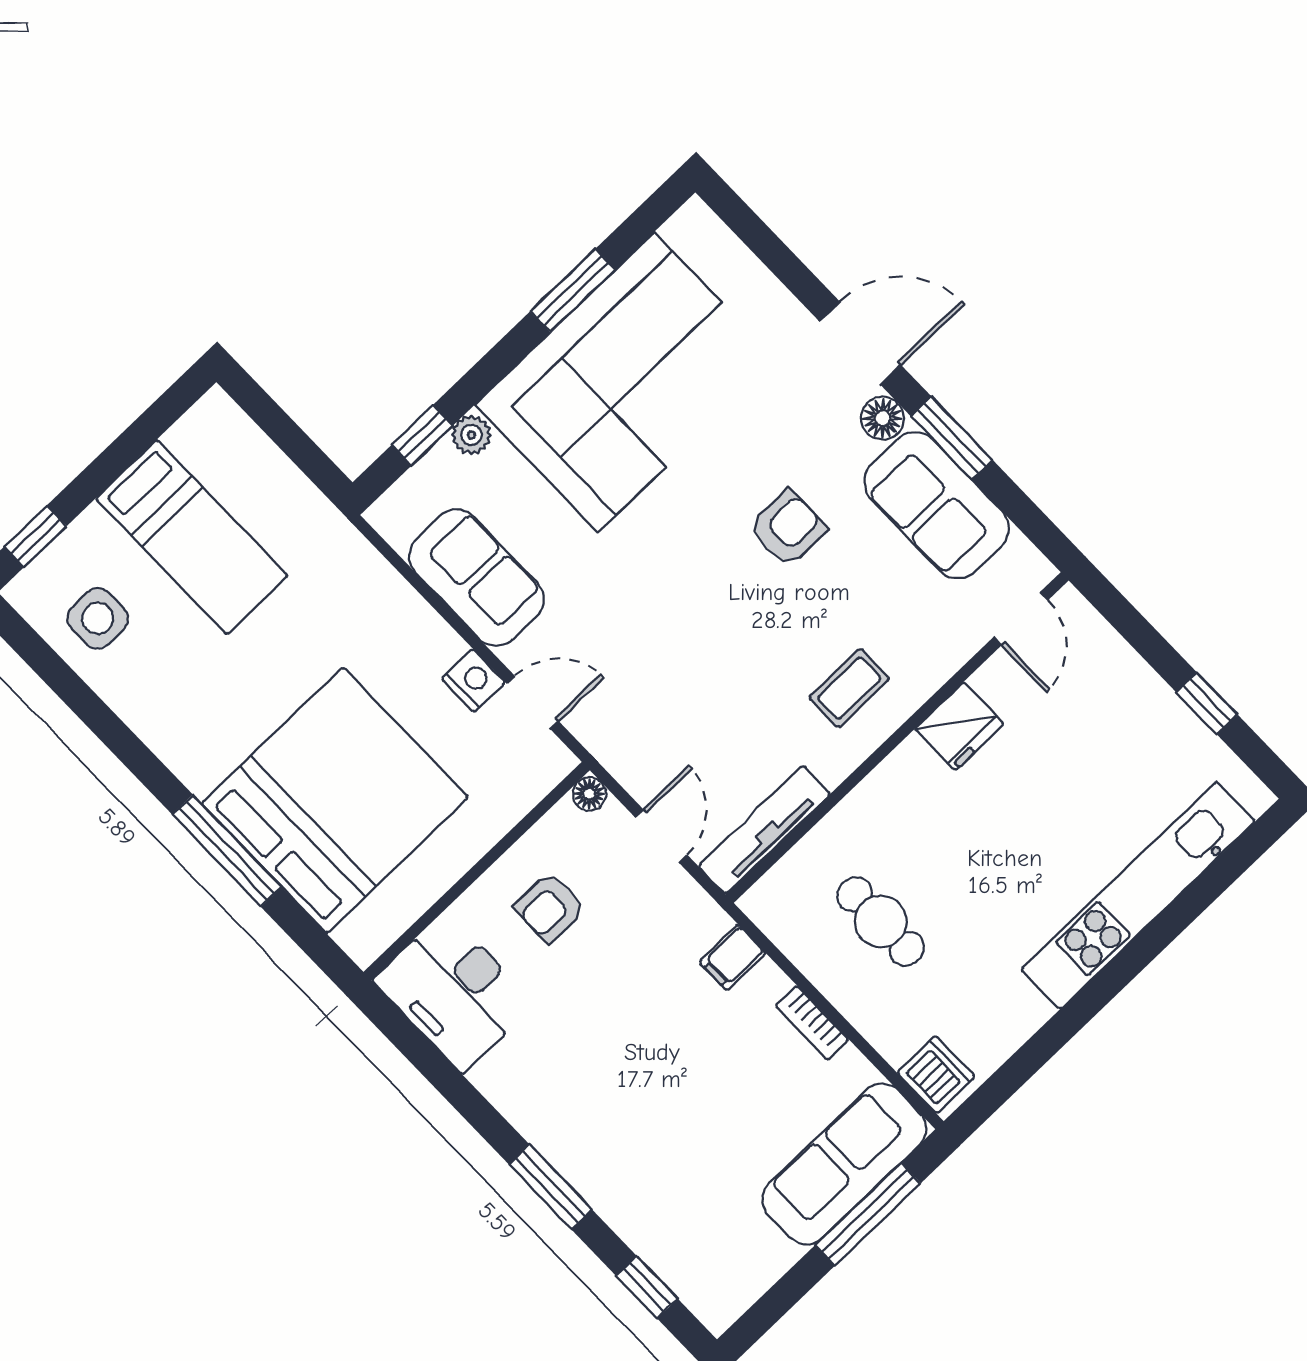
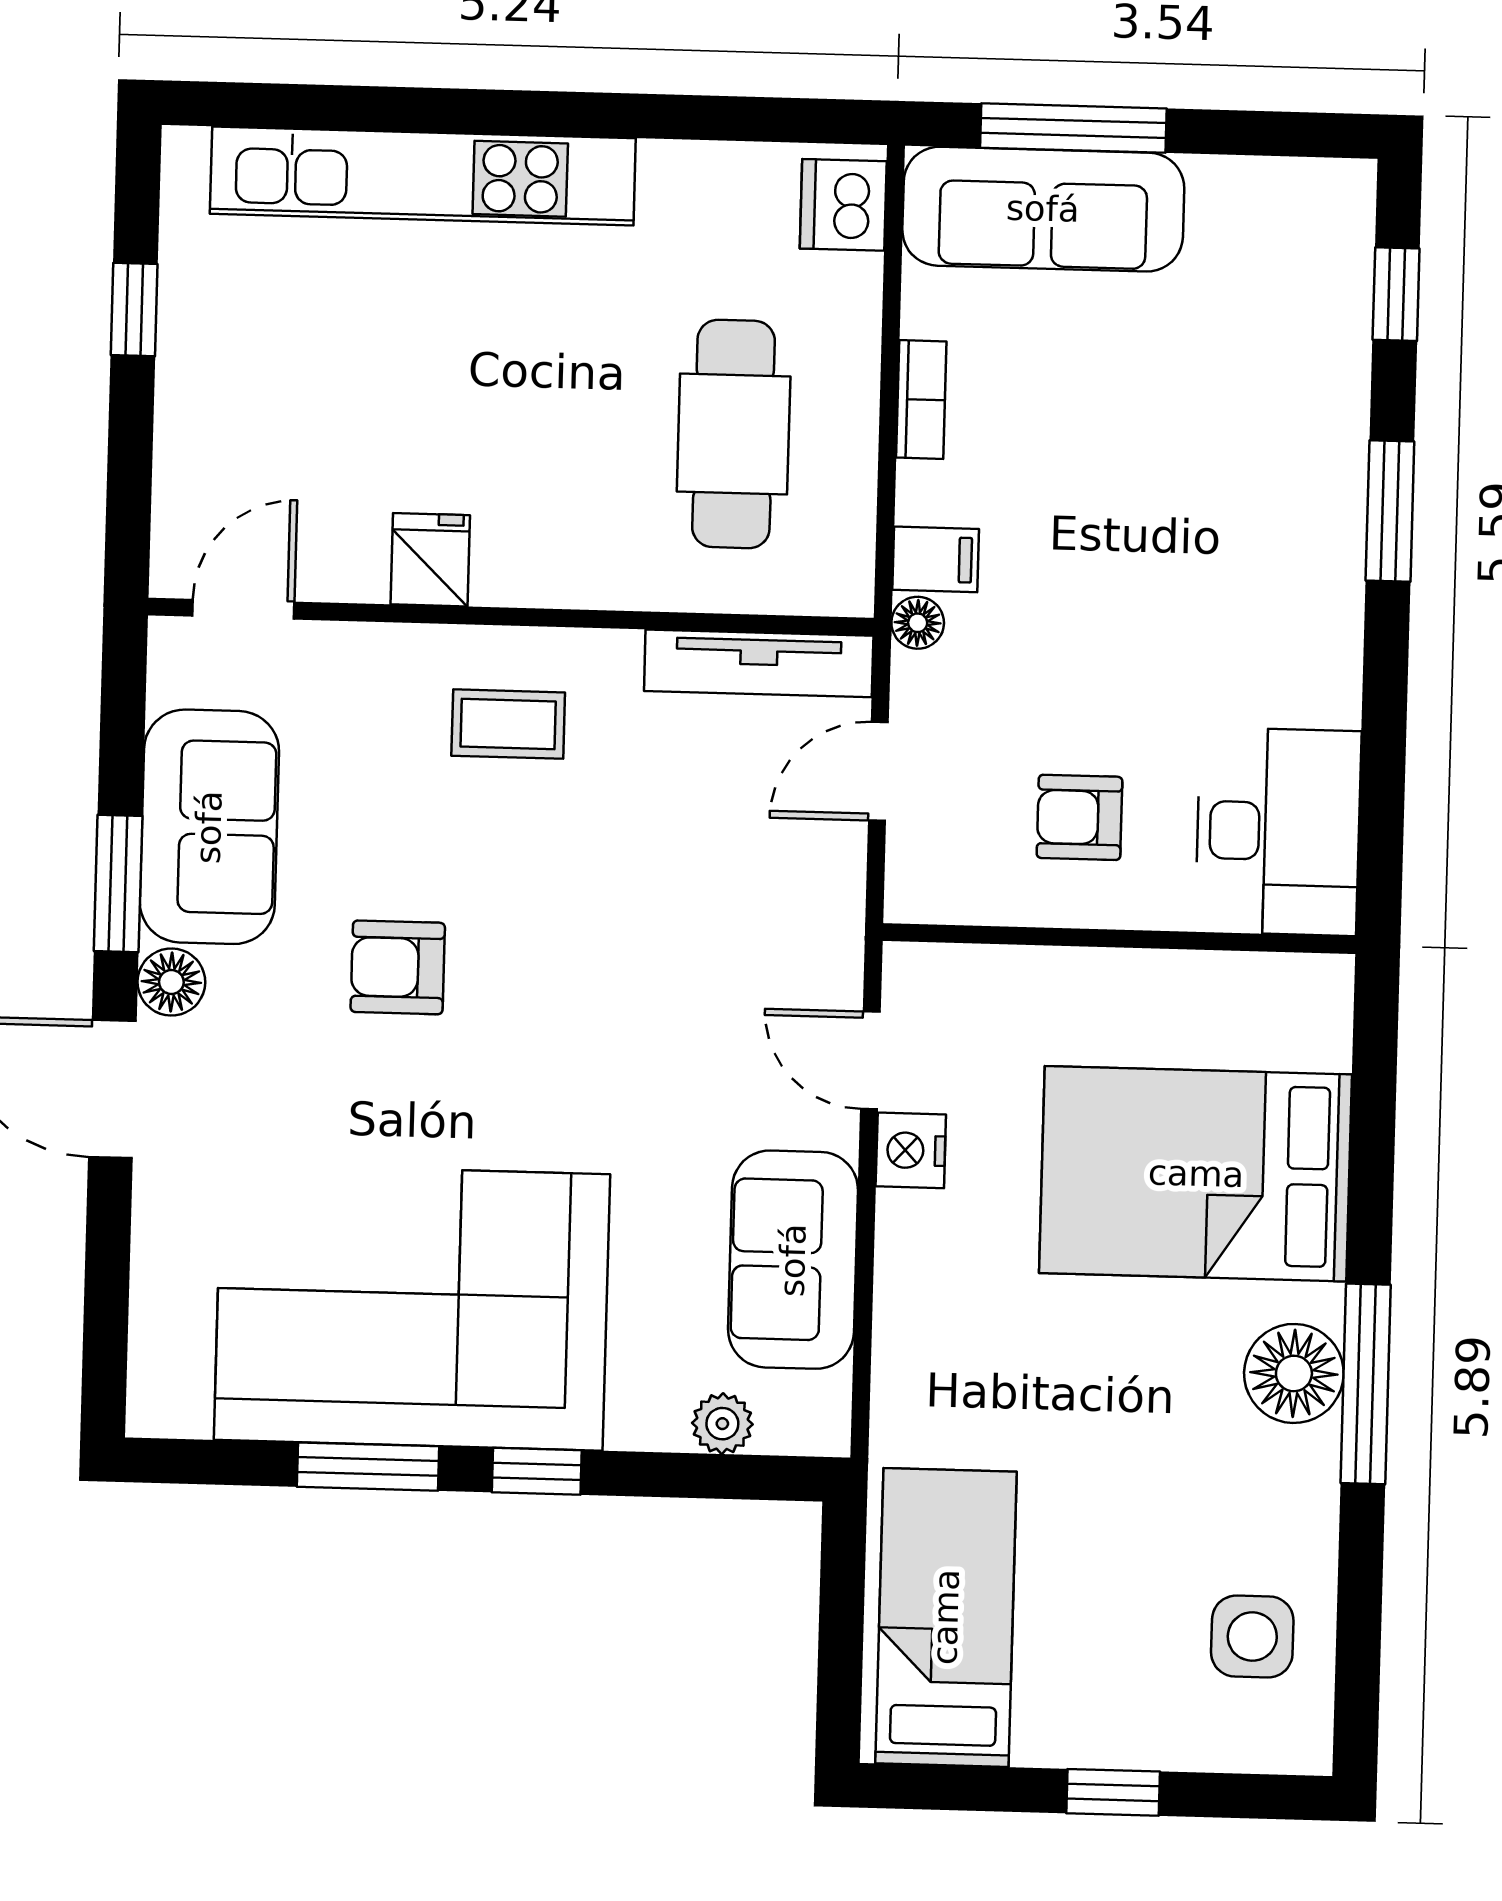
window: (422, 435) -> (537, 1471), moved
plant: (471, 435) -> (722, 1424), moved
window: (35, 536) -> (1113, 1792), moved
bed: (192, 537) -> (946, 1617), moved
fridge: (959, 726) -> (430, 560), width x0.72
floor lamp: (199, 756) -> (1294, 1373), added
floor lamp: (589, 794) -> (918, 623), moved
bed: (335, 800) -> (1196, 1174), width x0.73
window: (227, 851) -> (1366, 1384), moved
armchair: (550, 907) -> (1079, 817), turned 180
cafe table: (881, 921) -> (734, 434), width x1.37, depth x1.35

